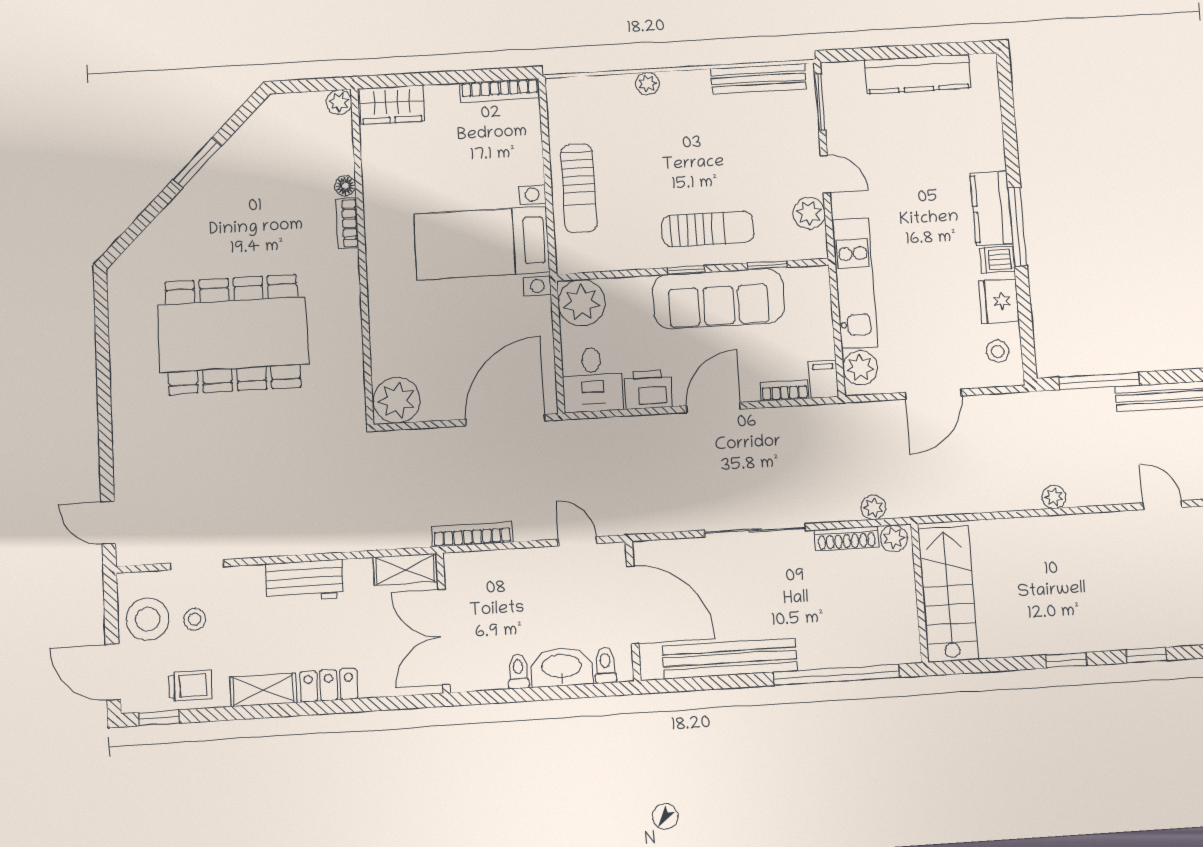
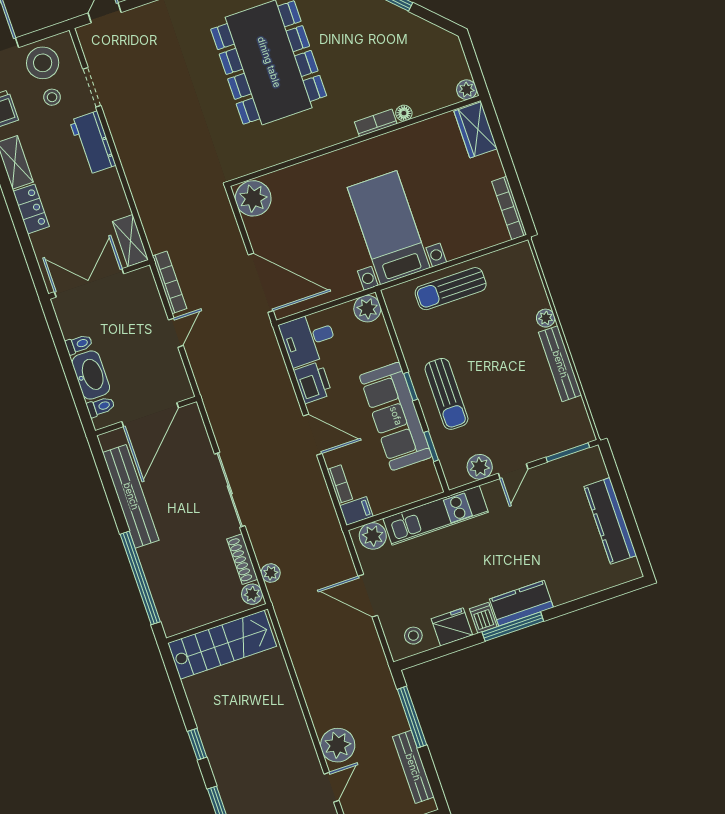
bench: (758, 79) -> (560, 364), moved
plant: (582, 303) -> (367, 309), width x0.73, depth x0.73
plant: (1054, 497) -> (338, 745), moved, width x1.88, depth x1.88
door: (577, 541) -> (176, 333), moved
workbench: (304, 581) -> (93, 143), moved

